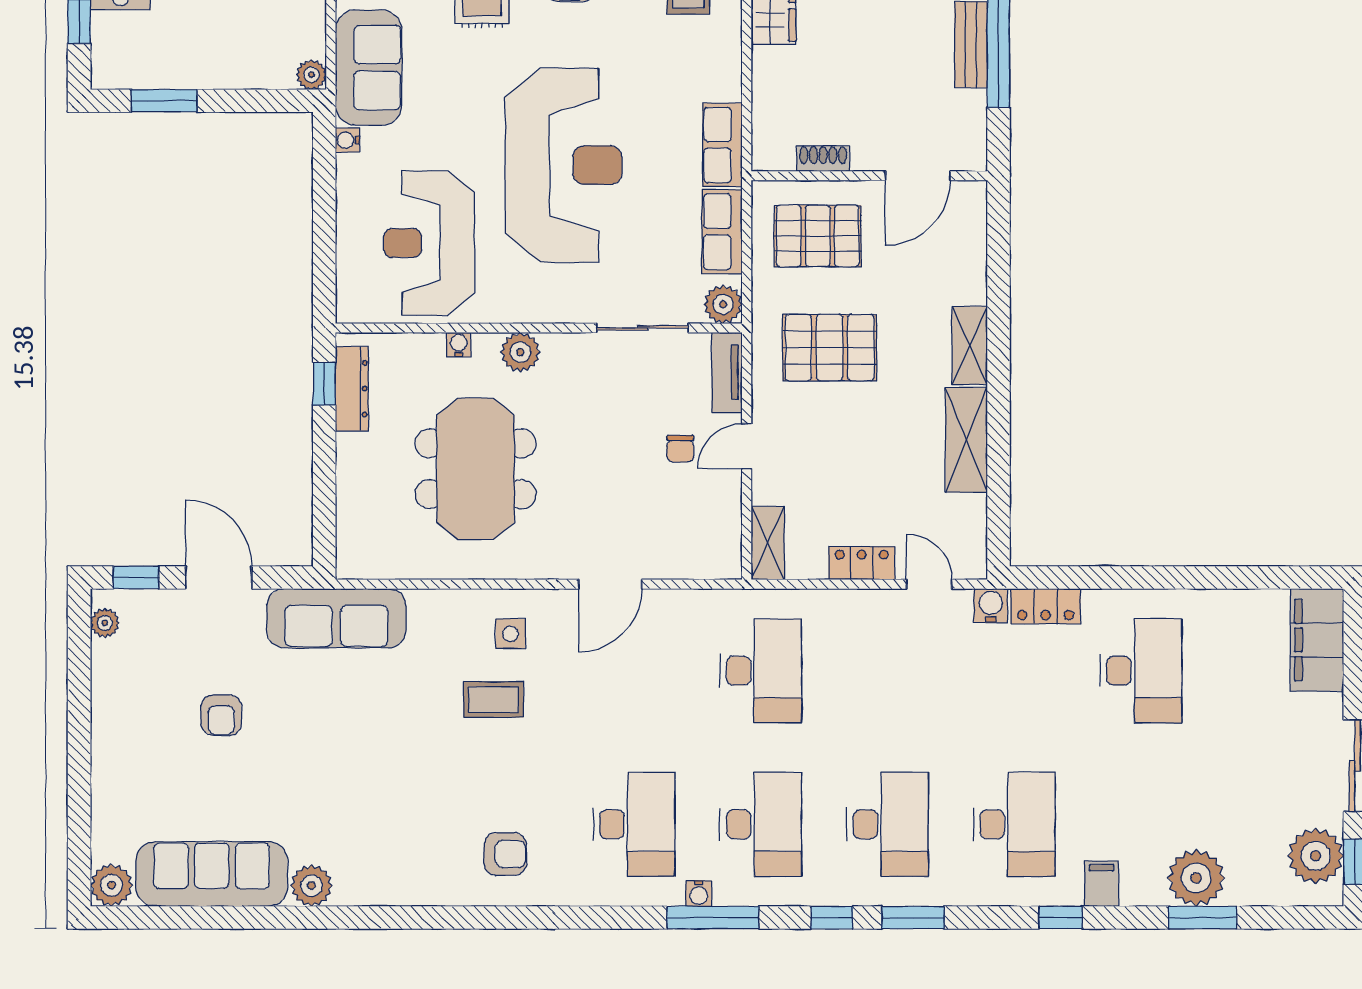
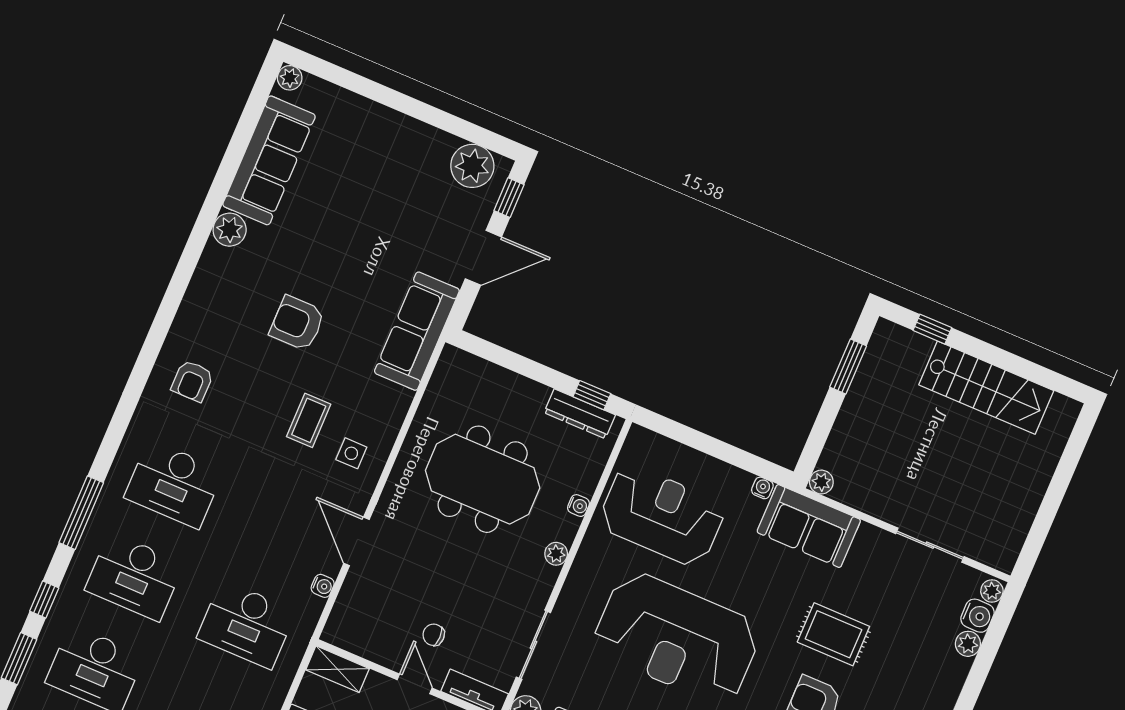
plant: (520, 352) -> (556, 554), width x0.73, depth x0.73
plant: (105, 623) -> (472, 166), width x1.88, depth x1.88
armchair: (221, 715) -> (297, 323), moved, width x1.38, depth x1.38
plant: (111, 885) -> (290, 78), width x0.73, depth x0.73
water cooler: (699, 894) -> (323, 586), moved, turned 180

